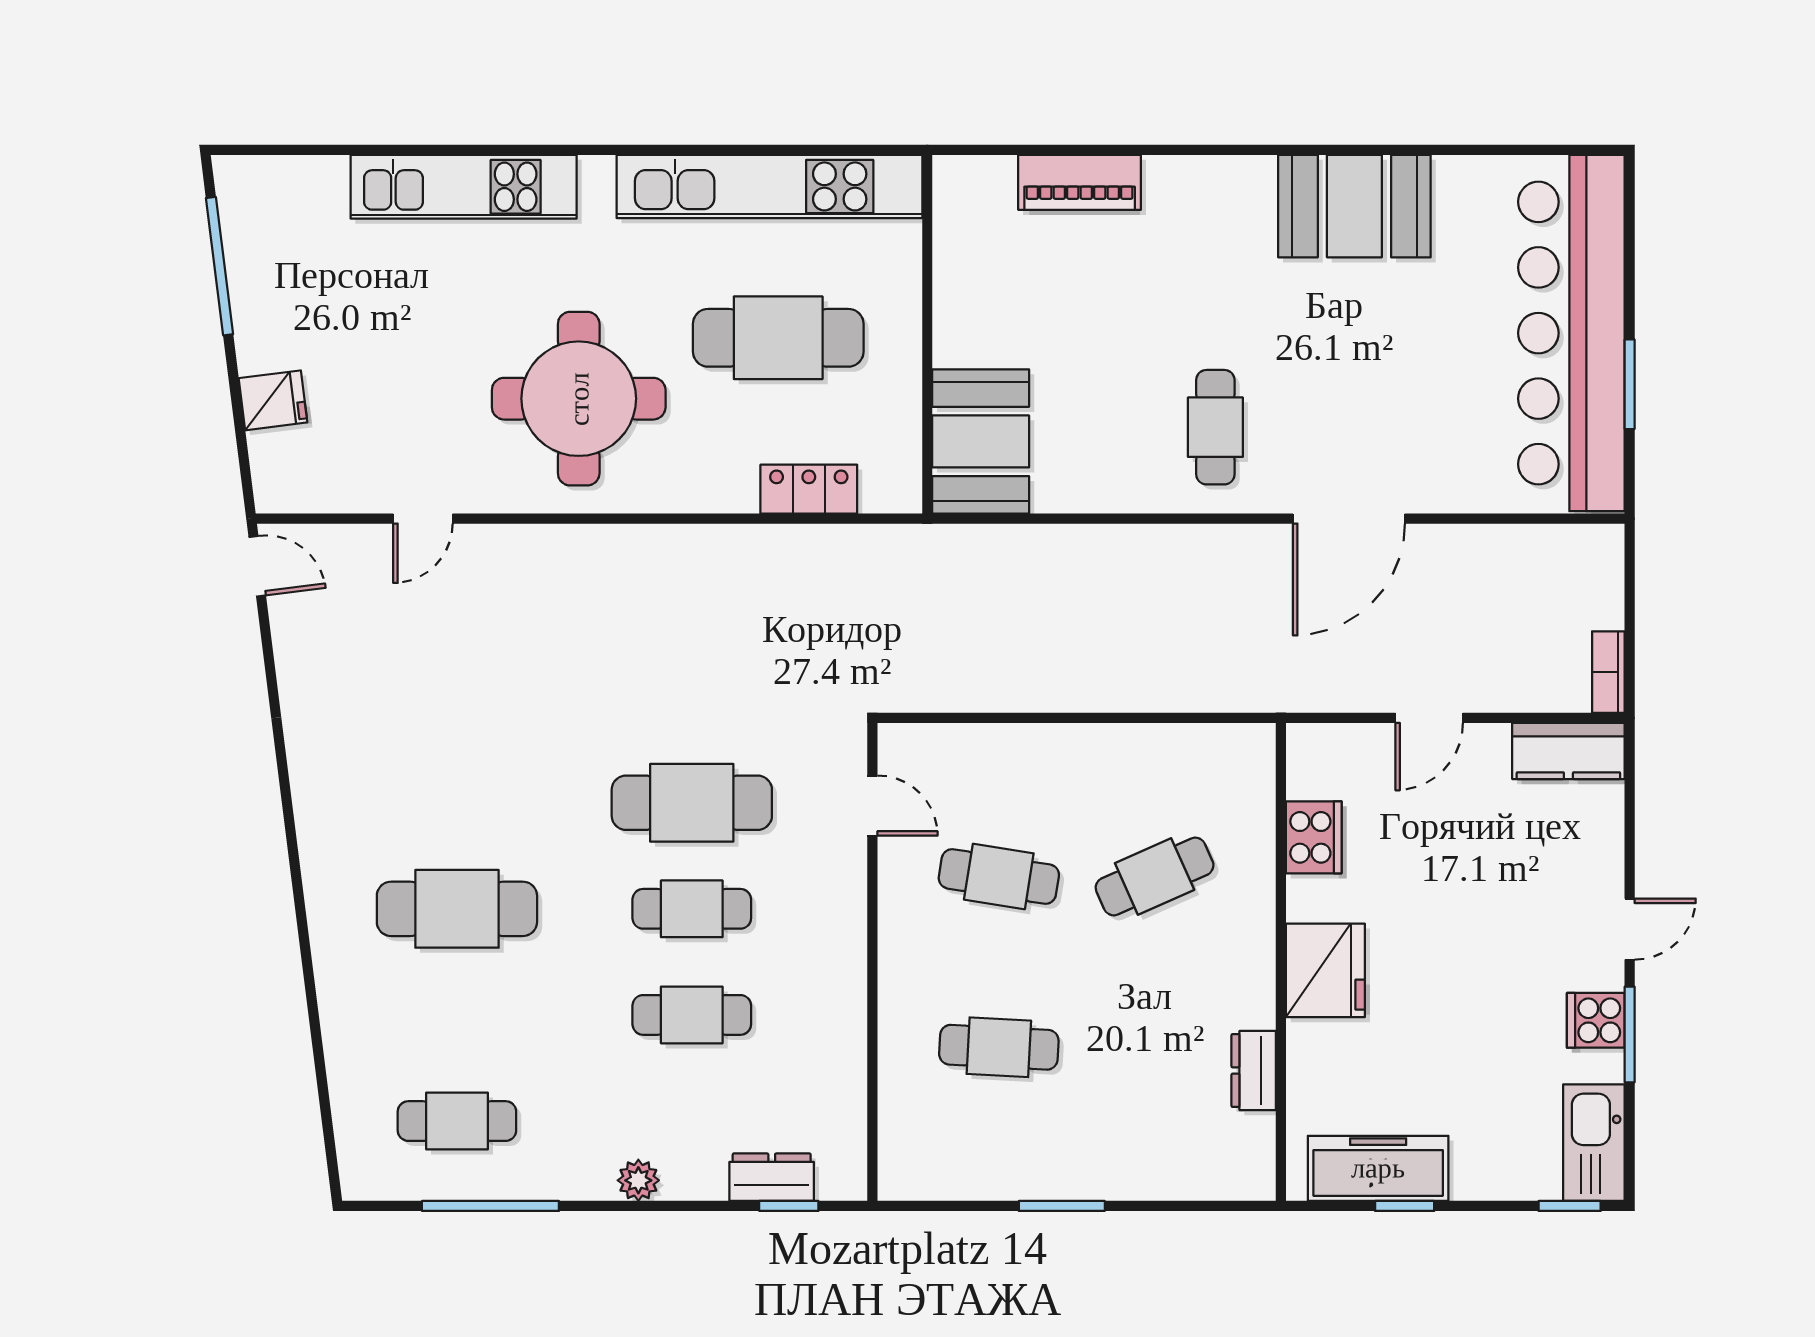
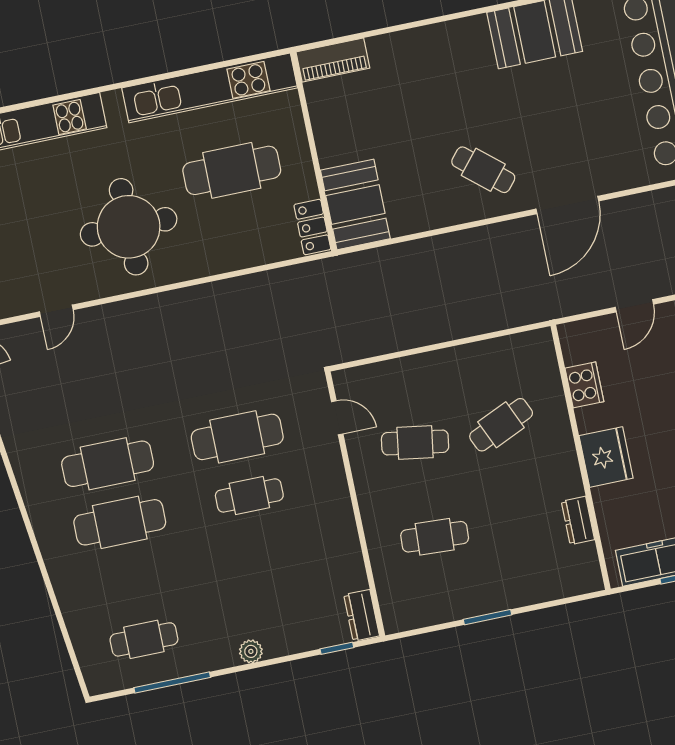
piano: (1080, 182) -> (333, 60), moved
cafe table: (1215, 427) -> (483, 170), turned -50
locker: (809, 489) -> (312, 227), moved, turned -90
cafe table: (692, 1015) -> (108, 464), moved, width x1.37, depth x1.35
dresser: (772, 1177) -> (362, 615), moved, turned -90

